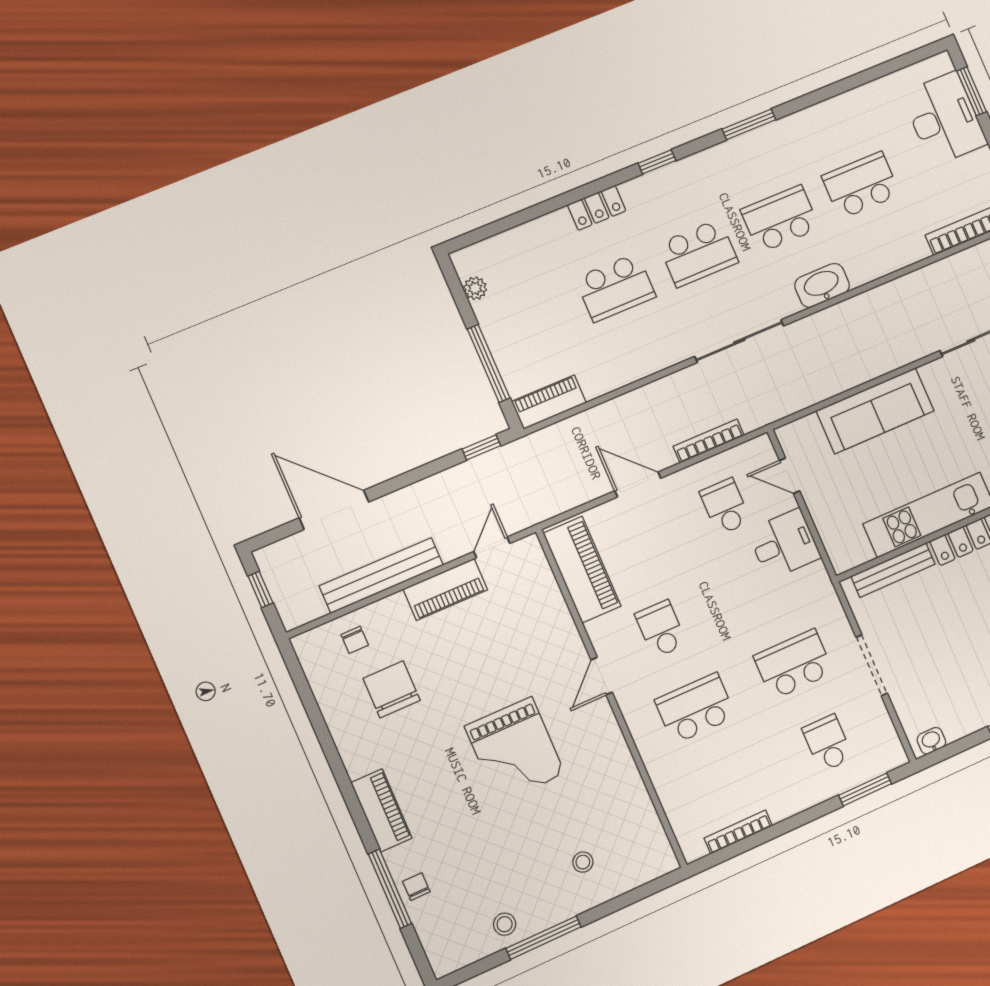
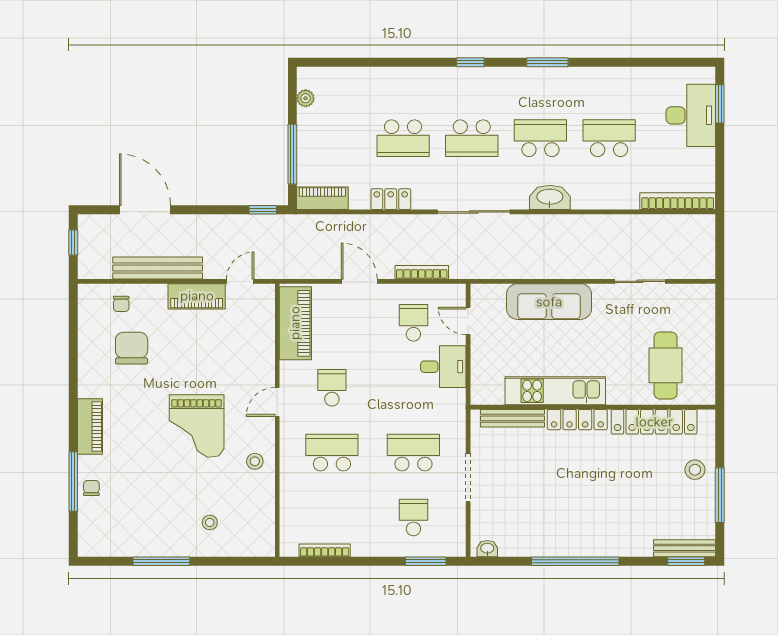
locker: (597, 208) -> (391, 199), moved, turned 180
stool: (505, 924) -> (255, 461), moved

